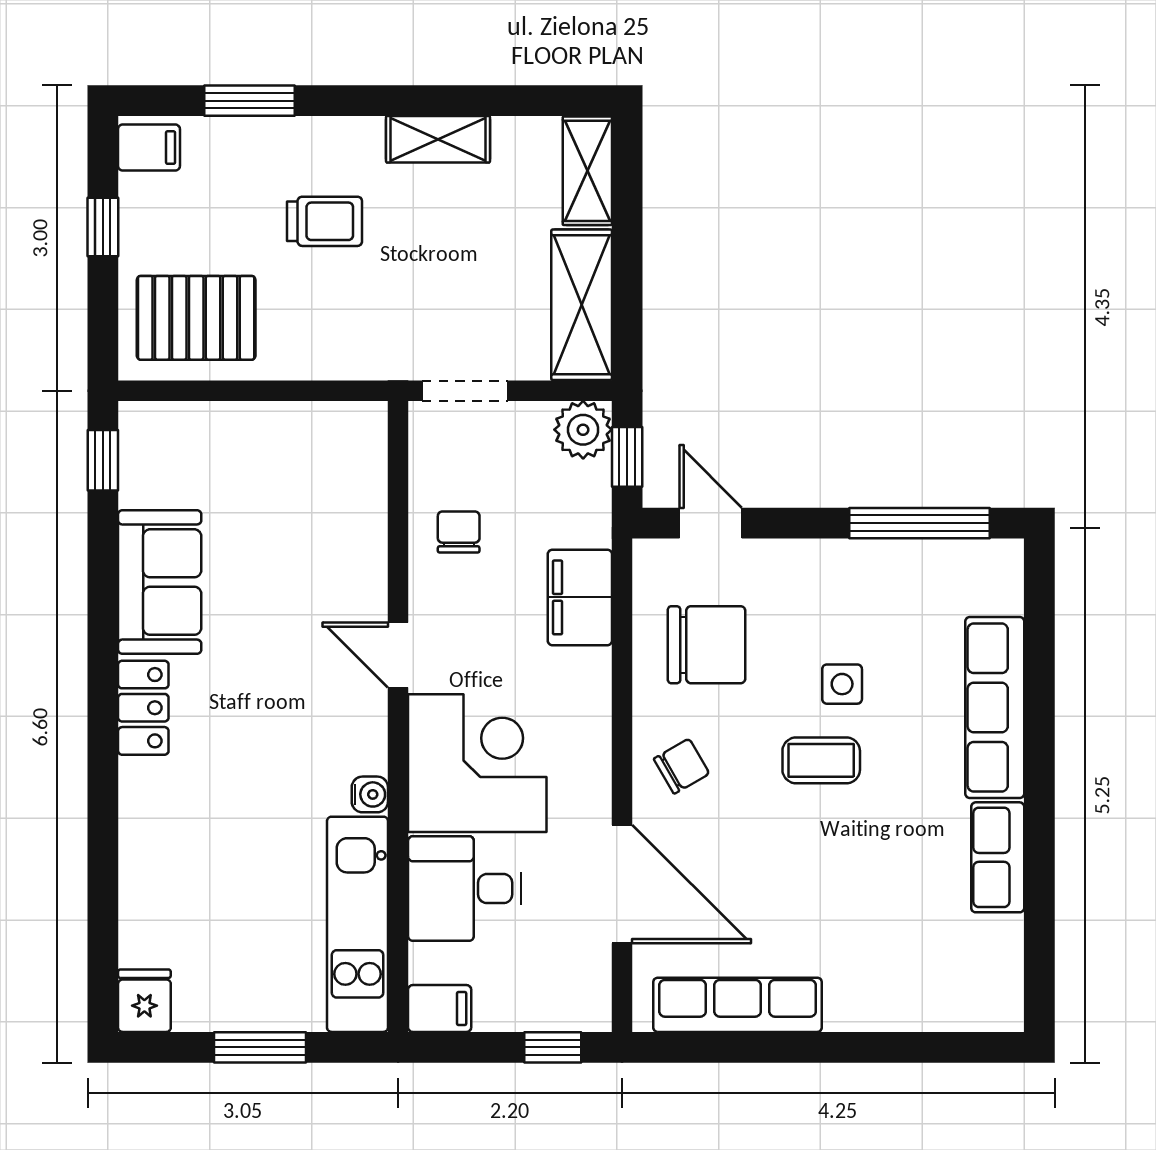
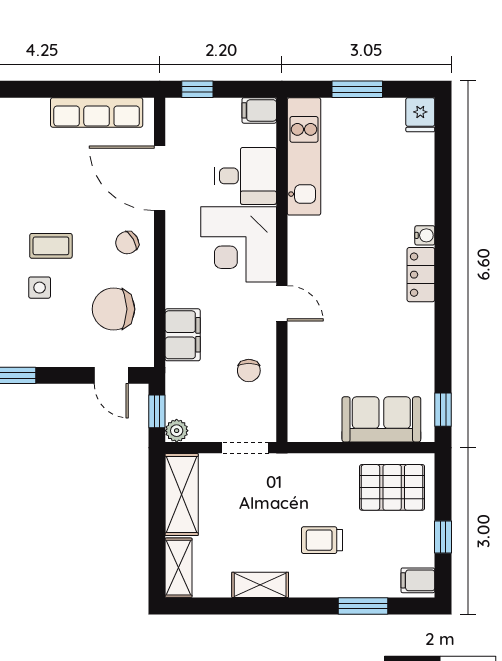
plant: (583, 430) -> (177, 431), width x0.73, depth x0.73
sofa: (160, 582) -> (381, 419), moved, turned 90
water cooler: (370, 794) -> (425, 235), moved, turned 180

